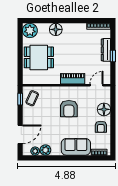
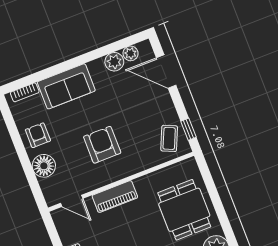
dining table: (39, 57) -> (184, 210), turned 90
door: (96, 85) -> (72, 201), hinge flipped
door: (20, 134) -> (166, 71), hinge flipped

